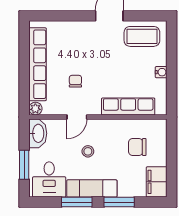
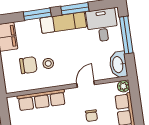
stool: (88, 151) -> (48, 63), moved
window: (24, 165) -> (126, 35), width x1.44

